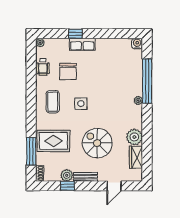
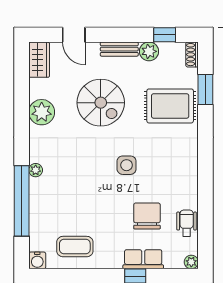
row of seats: (82, 44) -> (143, 259), moved
coffee table: (53, 102) -> (75, 247), moved, turned 90
window: (31, 151) -> (205, 89), width x0.69
wardrobe: (136, 157) -> (39, 60), moved
window: (67, 186) -> (165, 35), moved
door: (114, 186) -> (74, 35), swing flipped

